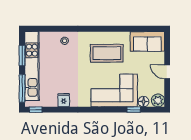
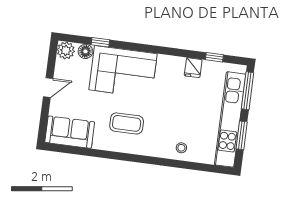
coffee table: (107, 53) -> (127, 123), width x0.73, depth x0.76
door: (167, 72) -> (48, 88), hinge flipped
window: (36, 110) -> (214, 57), moved

